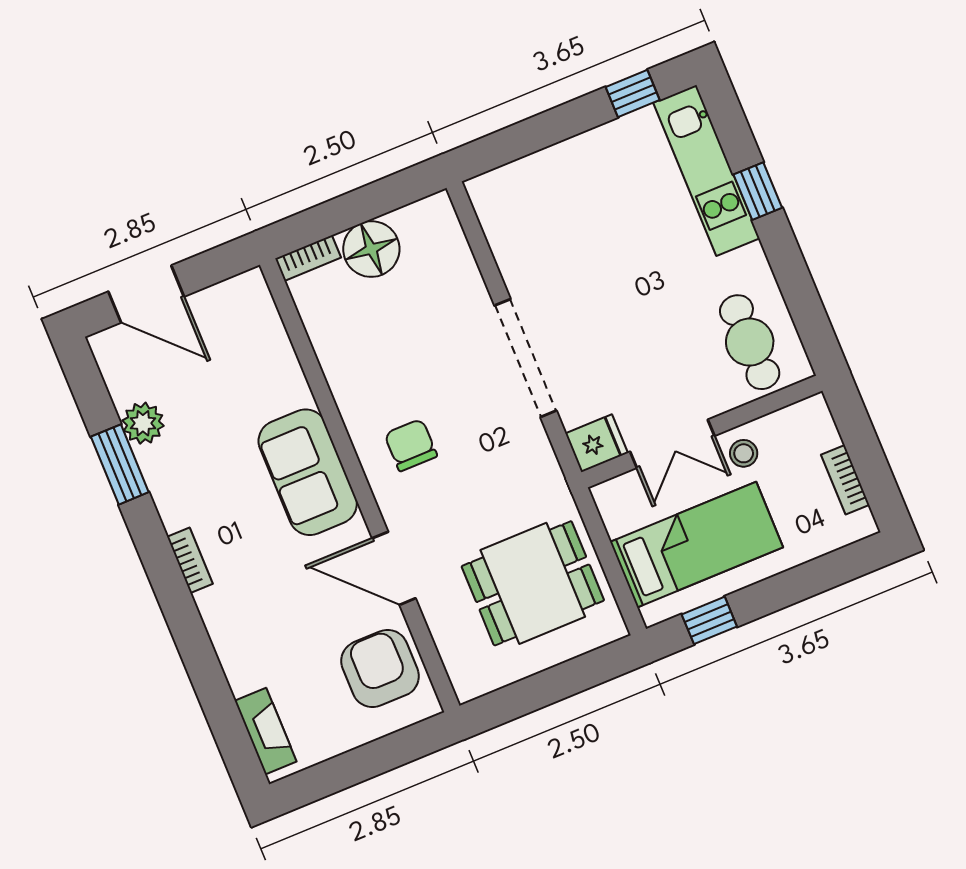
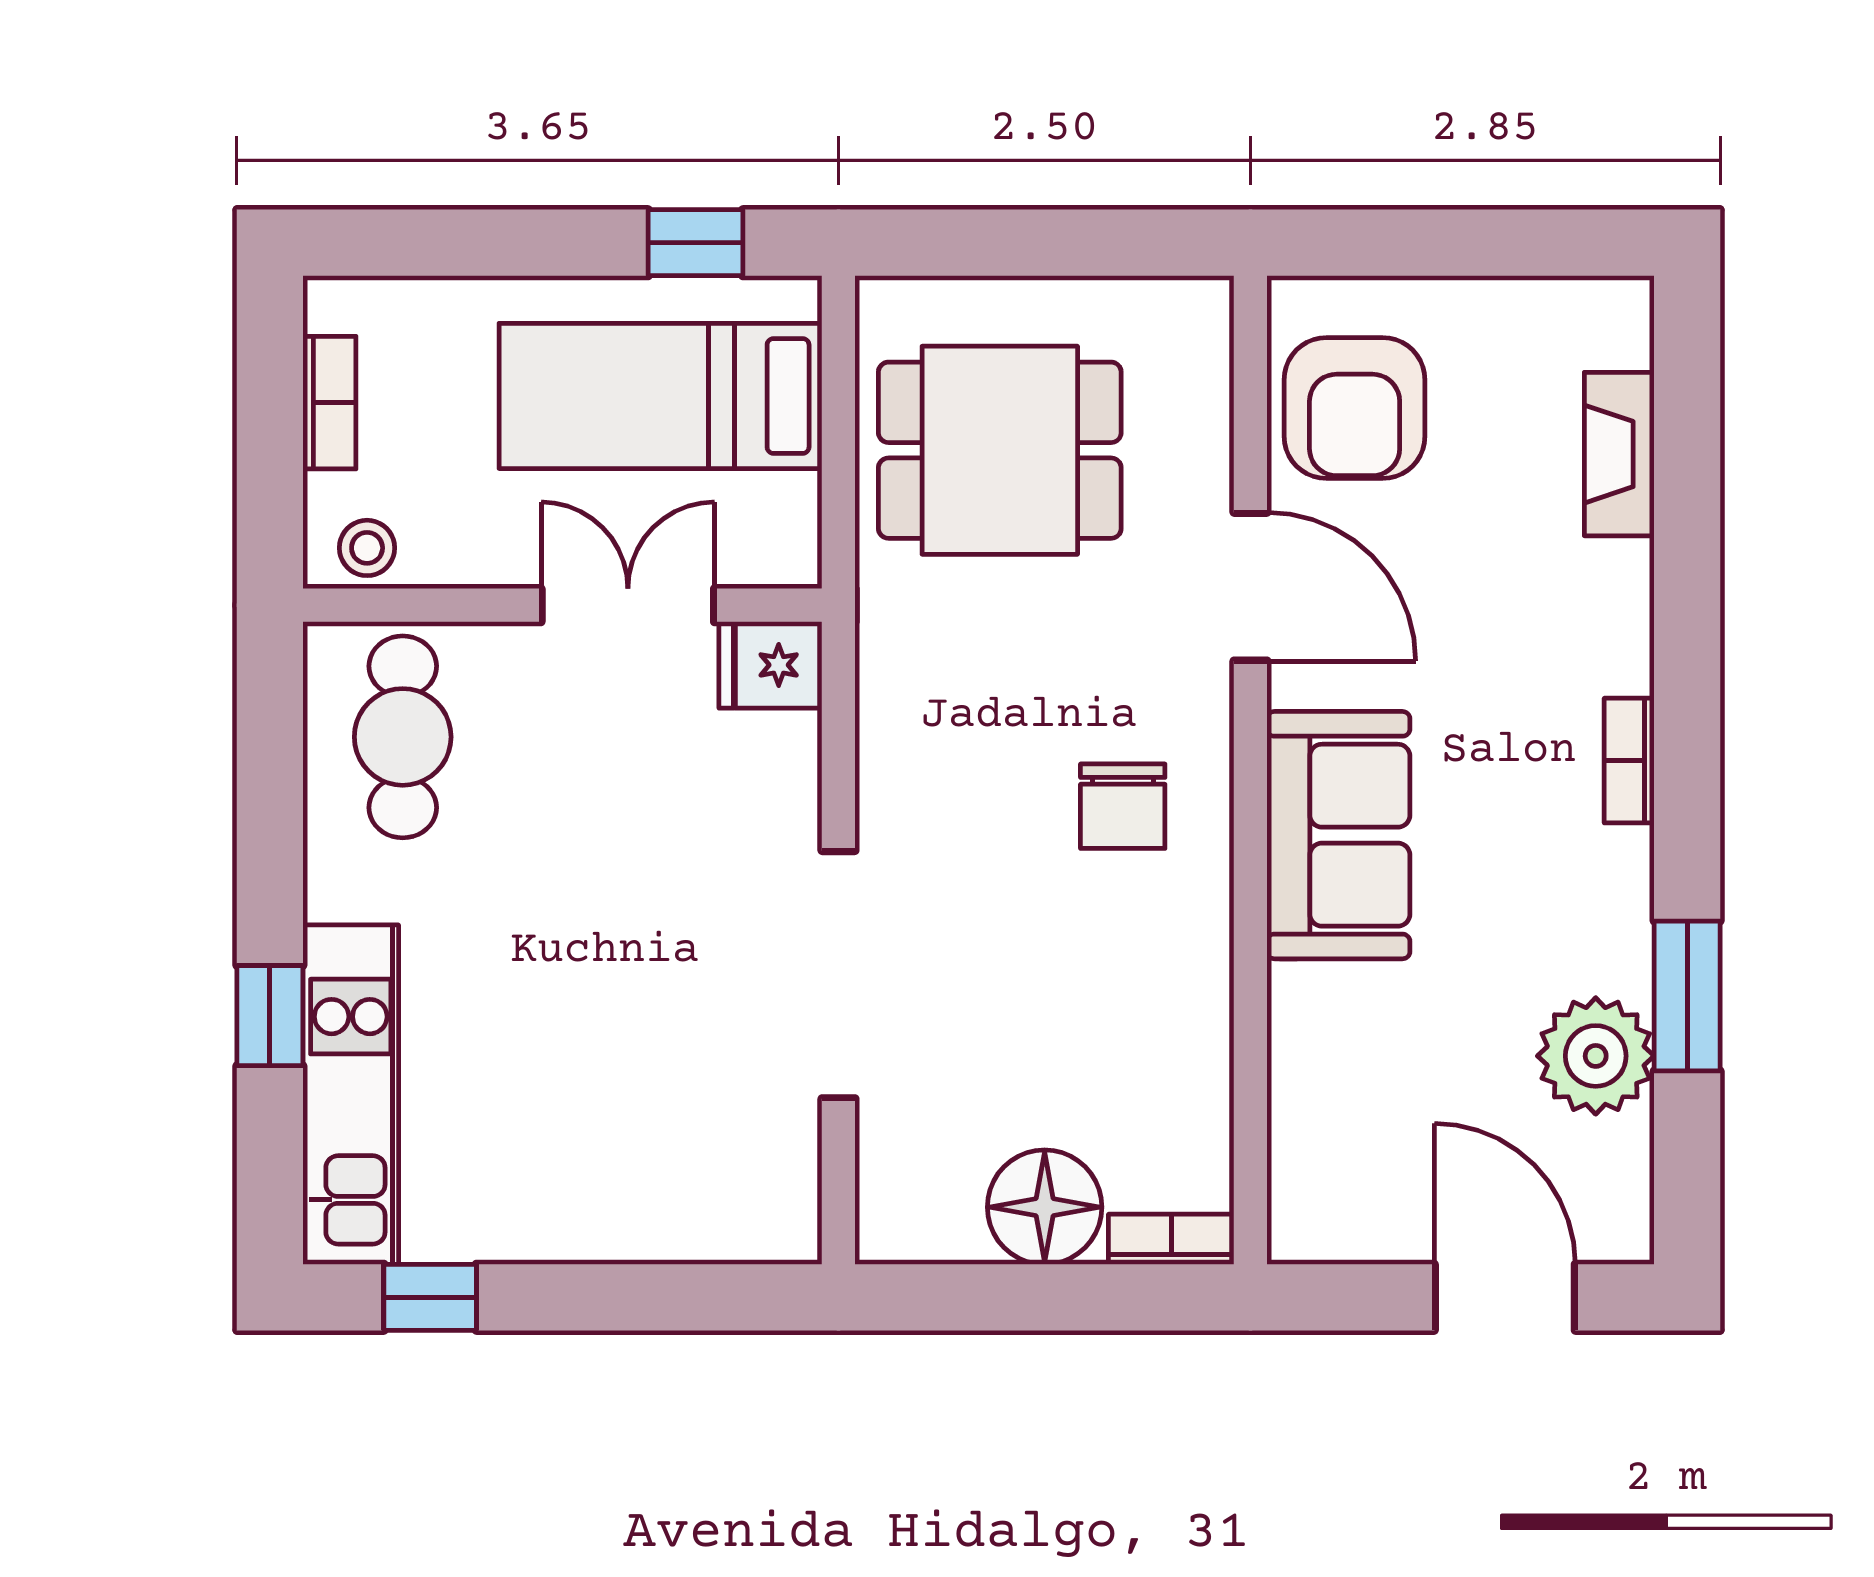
doorway: (525, 358) -> (838, 975), moved
plant: (143, 423) -> (1596, 1056), width x1.36, depth x1.36
stool: (744, 453) -> (367, 548), moved
fireplace: (266, 731) -> (1619, 454), moved

